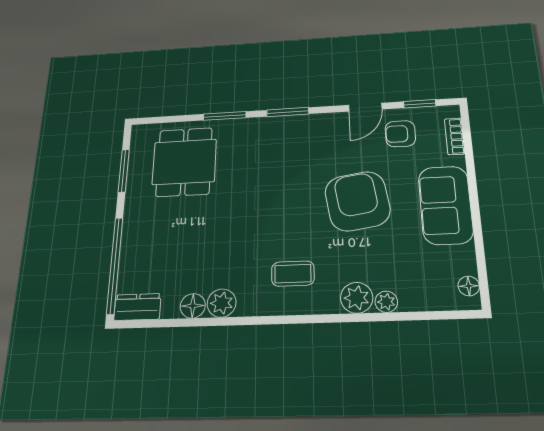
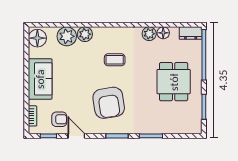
door: (365, 107) -> (76, 136), hinge flipped
dining table: (184, 162) -> (174, 82), moved
armchair: (357, 201) -> (109, 103), moved
coffee table: (293, 274) -> (115, 60), moved
floor lamp: (469, 286) -> (37, 38), width x1.89, depth x1.89
plant: (386, 302) -> (67, 36), width x1.88, depth x1.88

